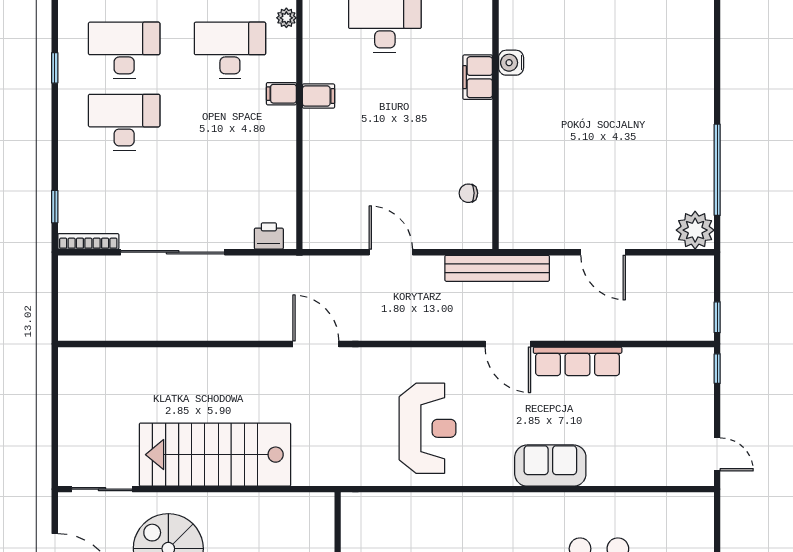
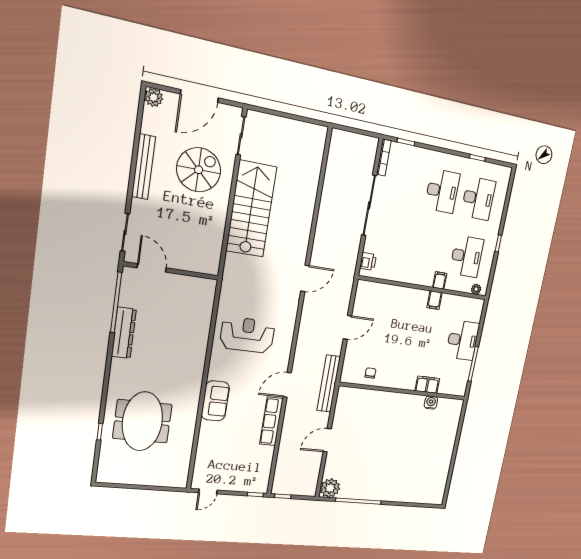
reception desk: (428, 428) -> (247, 335), turned 180

